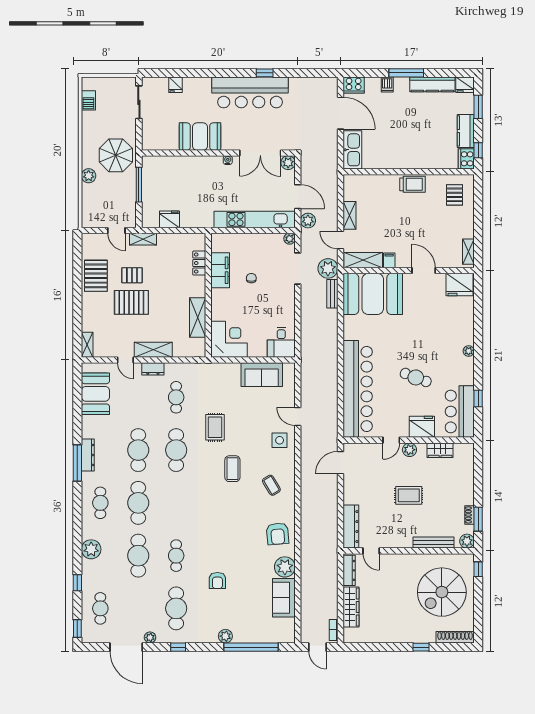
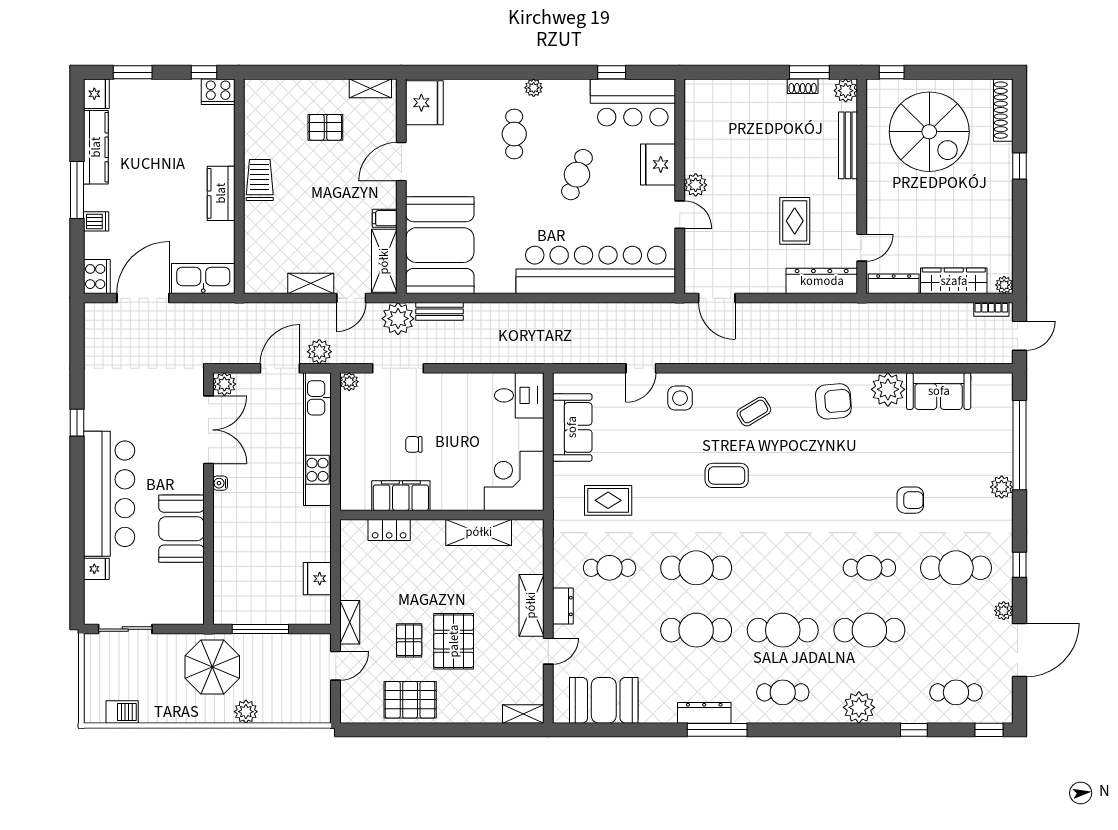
bar counter: (250, 92) -> (109, 494), moved
kitchen counter: (466, 131) -> (221, 193), moved, turned 90
pallet: (454, 195) -> (325, 127), moved
cafe table: (440, 339) -> (514, 134), added
rug: (215, 427) -> (608, 500), moved
wardrobe: (440, 450) -> (696, 135), removed
rug: (409, 495) -> (795, 221), moved
plant: (349, 638) -> (1004, 285), added

